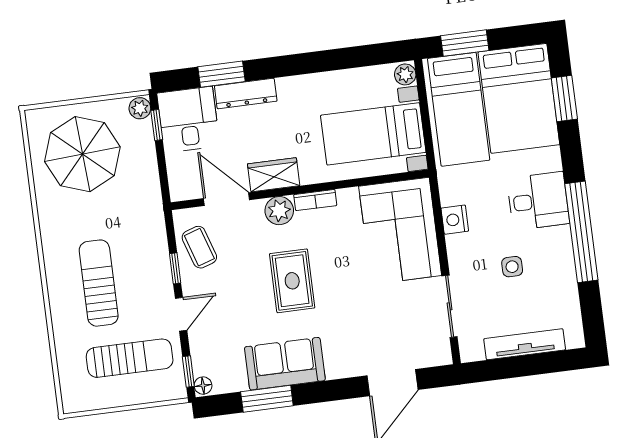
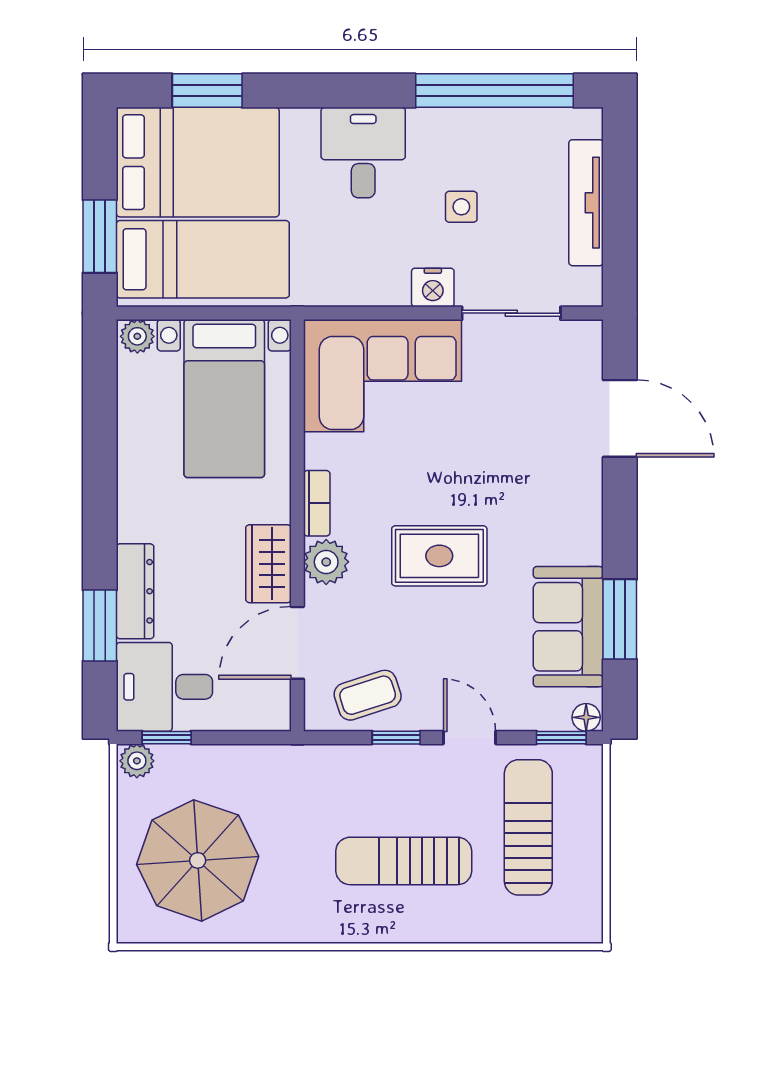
nightstand: (455, 220) -> (433, 287), moved
window: (581, 232) -> (495, 91), moved
sofa: (285, 364) -> (568, 627), moved

